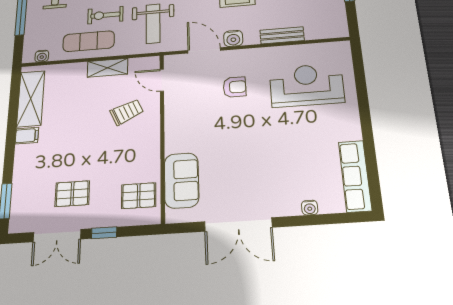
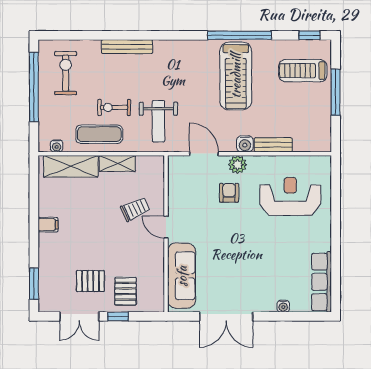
water cooler: (233, 38) -> (245, 144), moved
plant: (243, 58) -> (238, 165), added
door: (162, 80) -> (166, 227), moved
armchair: (235, 87) -> (229, 193), turned -90
shelving: (31, 99) -> (71, 166), moved, turned 90
sofa: (182, 180) -> (182, 276), width x1.36
pallet: (139, 196) -> (125, 291), moved, turned 90

